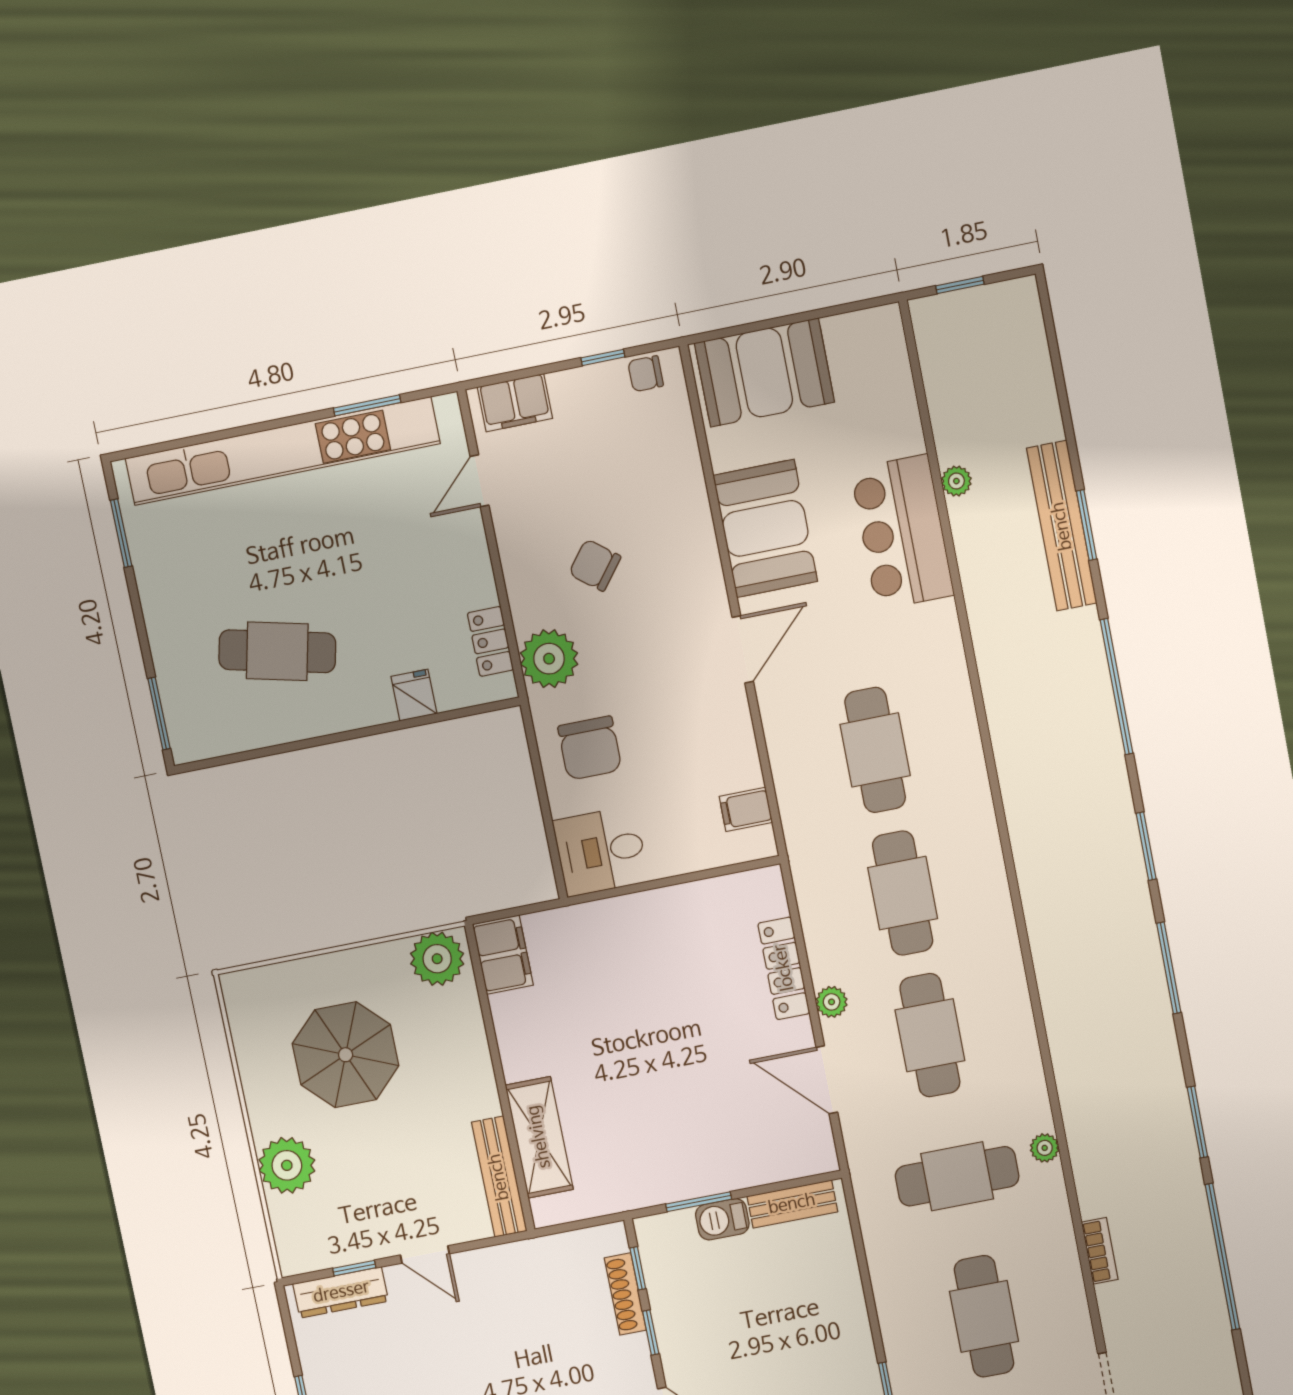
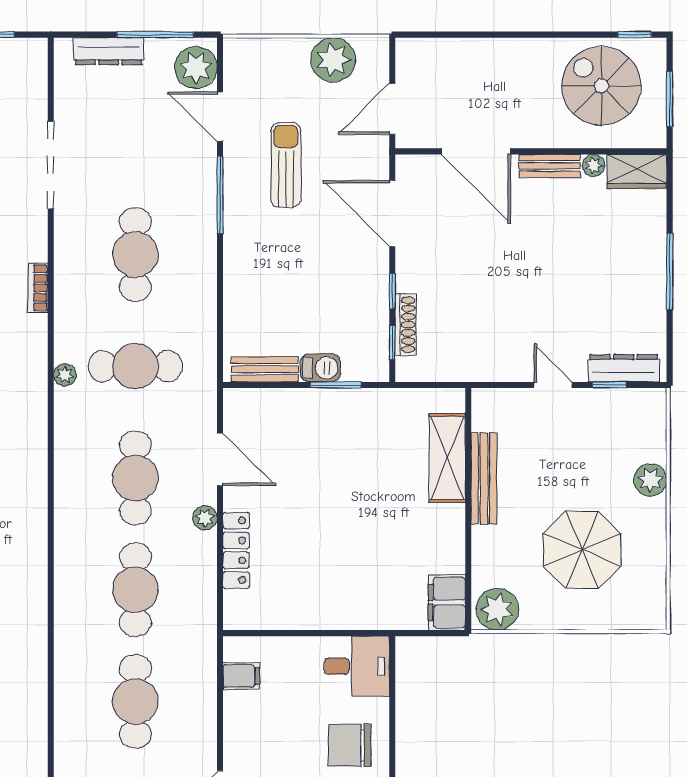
chair: (590, 748) -> (350, 745), turned -90
plant: (287, 1165) -> (650, 480), width x0.73, depth x0.73
bench: (499, 1177) -> (484, 478), moved

